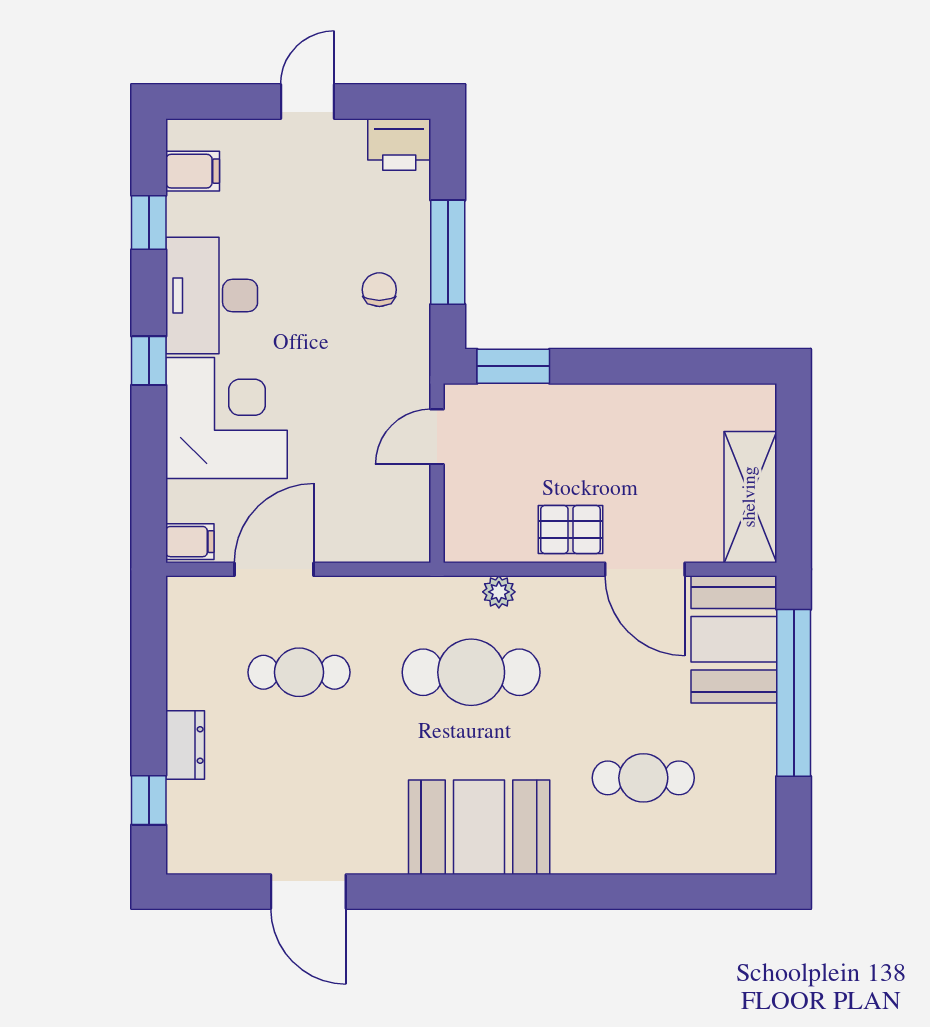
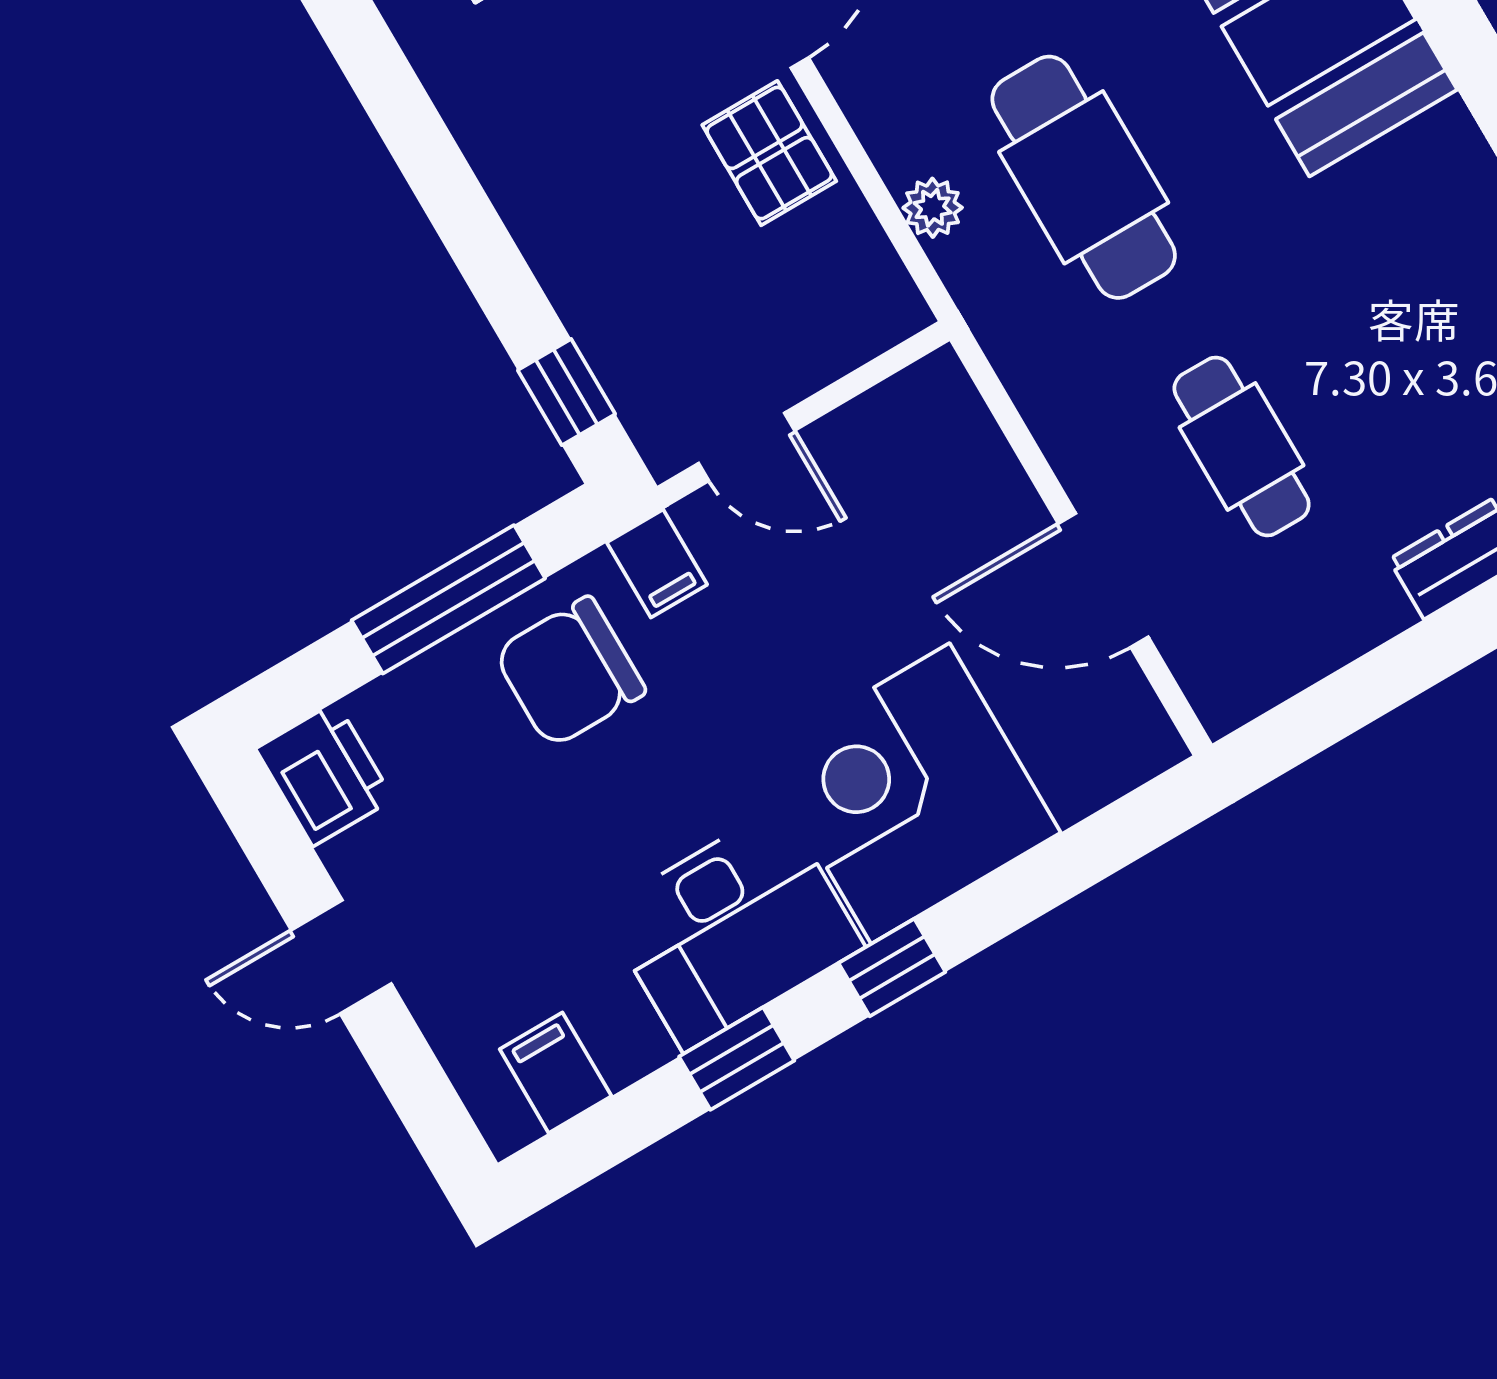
window: (149, 223) -> (737, 1059), moved
chair: (379, 290) -> (570, 672), width x1.87, depth x1.87
window: (513, 366) -> (567, 392), width x0.67
filing cabinet: (190, 542) -> (657, 563), moved, turned 180

